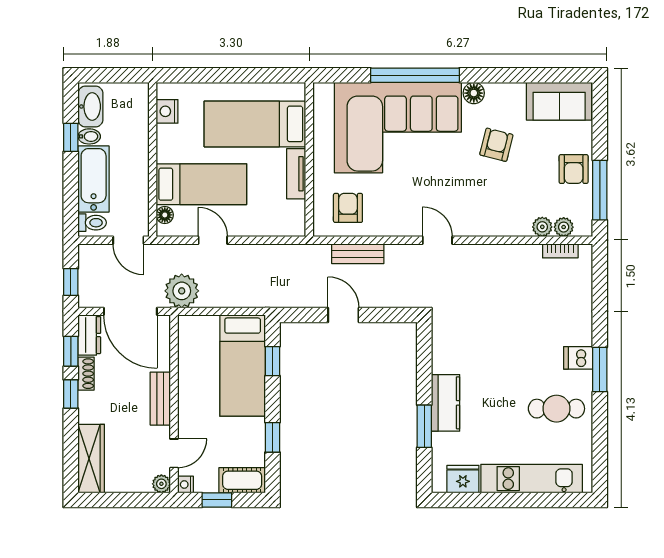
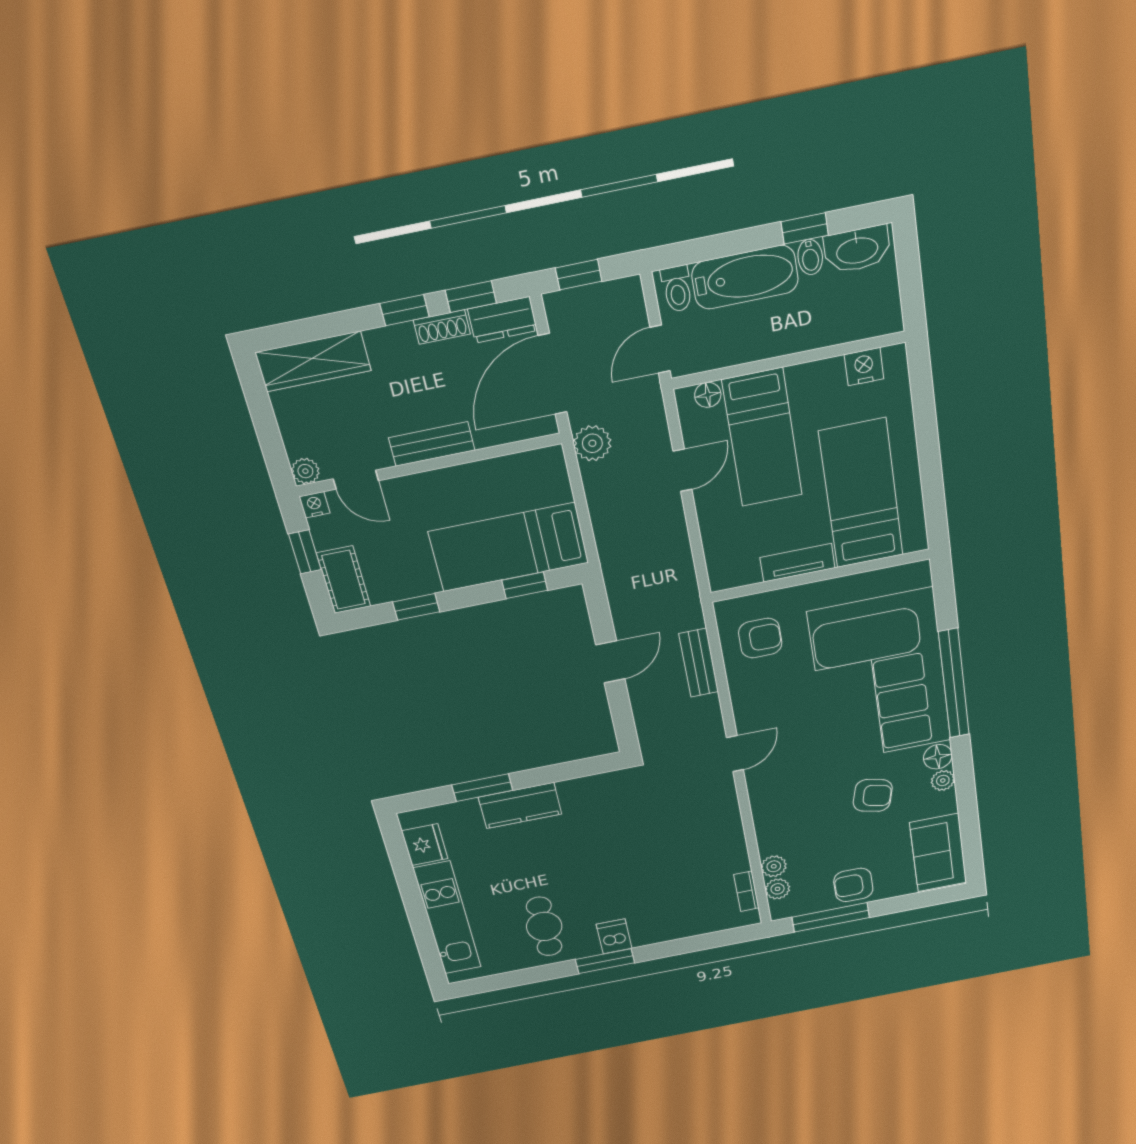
plant: (495, 91) -> (943, 780), added
plant: (182, 291) -> (592, 443), width x0.73, depth x0.73

